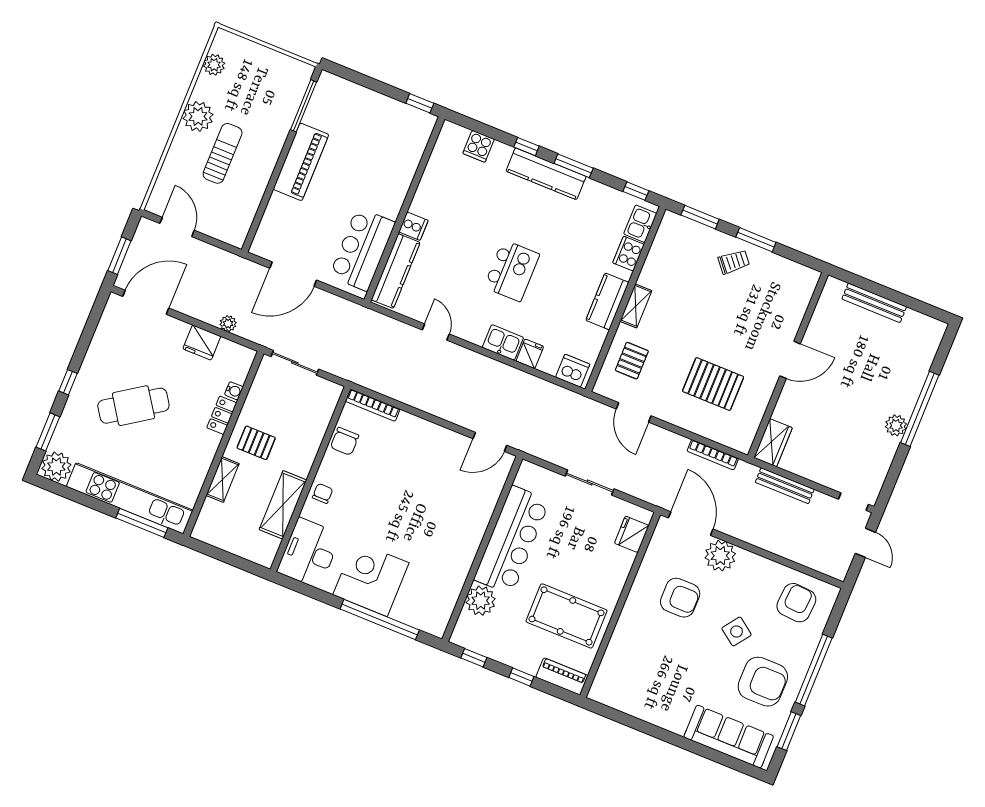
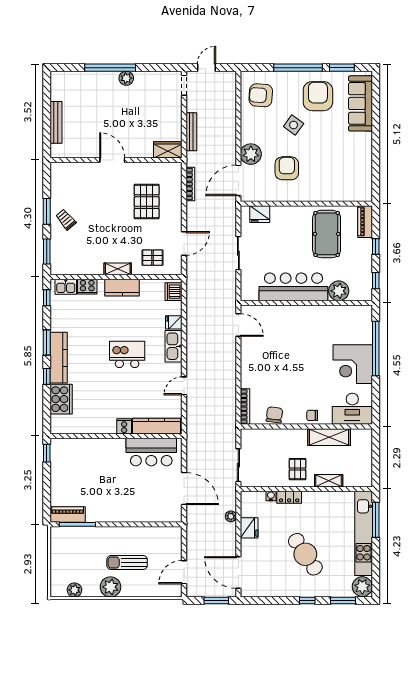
cooker: (479, 146) -> (61, 399), width x1.87, depth x1.31
piano: (301, 162) -> (68, 515), moved, width x0.73, depth x0.75
kitchen sink: (503, 342) -> (174, 346), width x1.38
chair: (345, 441) -> (274, 415), turned -83

